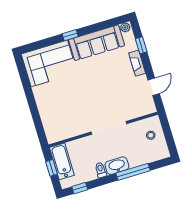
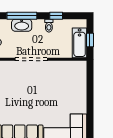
washbasin: (117, 166) -> (22, 25), moved
window: (80, 188) -> (56, 16), moved

